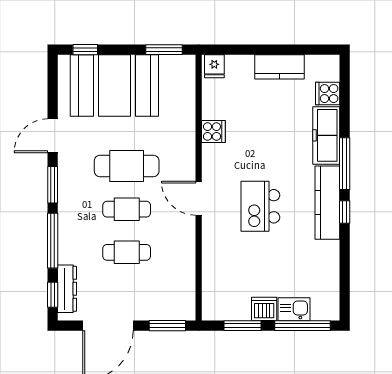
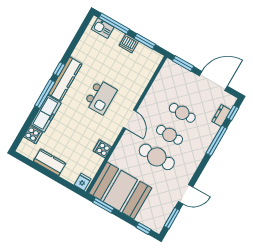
booth: (114, 85) -> (120, 191), moved
window: (53, 185) -> (172, 218), moved
dresser: (67, 289) -> (221, 116), width x0.70
kitchen sink: (294, 309) -> (103, 28), moved

